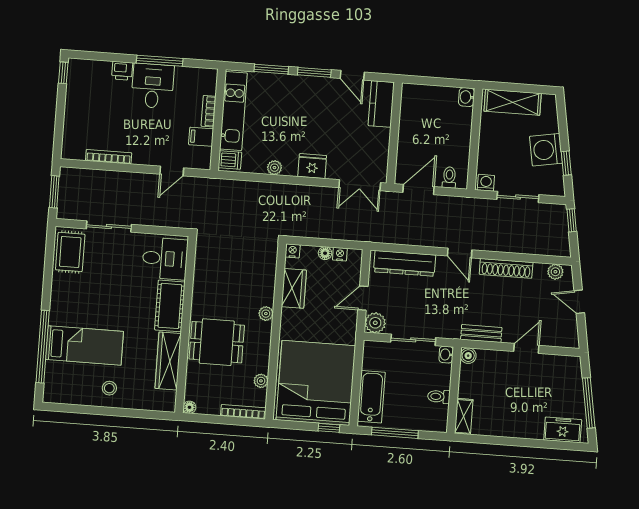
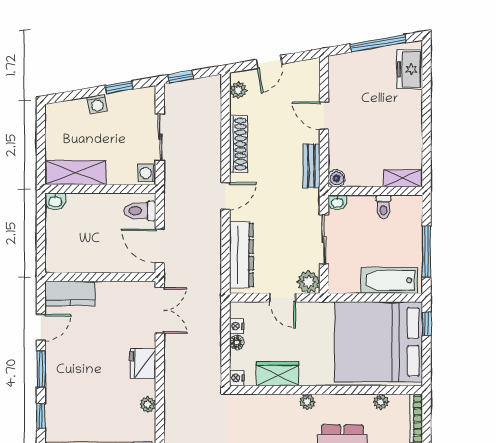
window: (271, 69) -> (41, 416), width x0.67
shelving: (513, 102) -> (75, 173), moved, turned 90
washing machine: (546, 150) -> (97, 104), width x0.53, depth x0.53
toilet: (449, 177) -> (140, 211), width x1.37, depth x1.39

